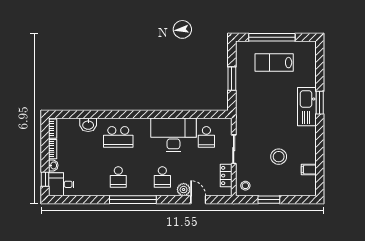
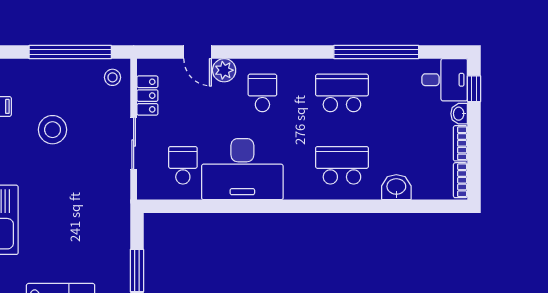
school desk: (118, 177) -> (342, 93), width x1.85
window: (133, 200) -> (376, 52), moved
window: (269, 200) -> (70, 52), width x2.11

